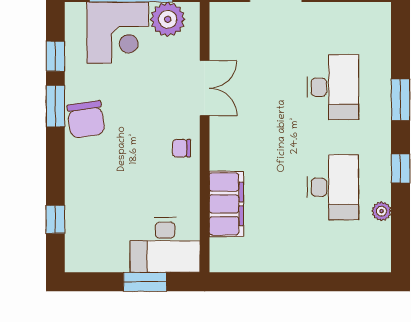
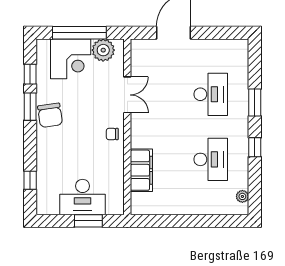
plant: (382, 211) -> (242, 196), moved
desk: (165, 245) -> (83, 197), moved

